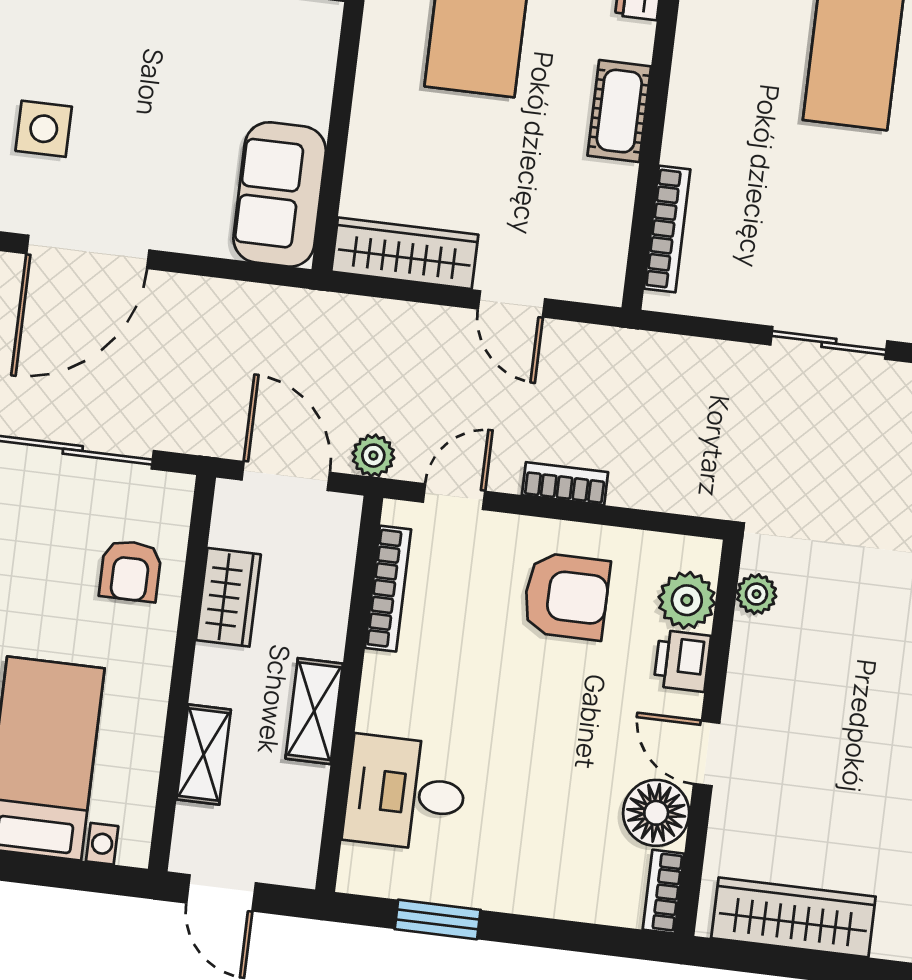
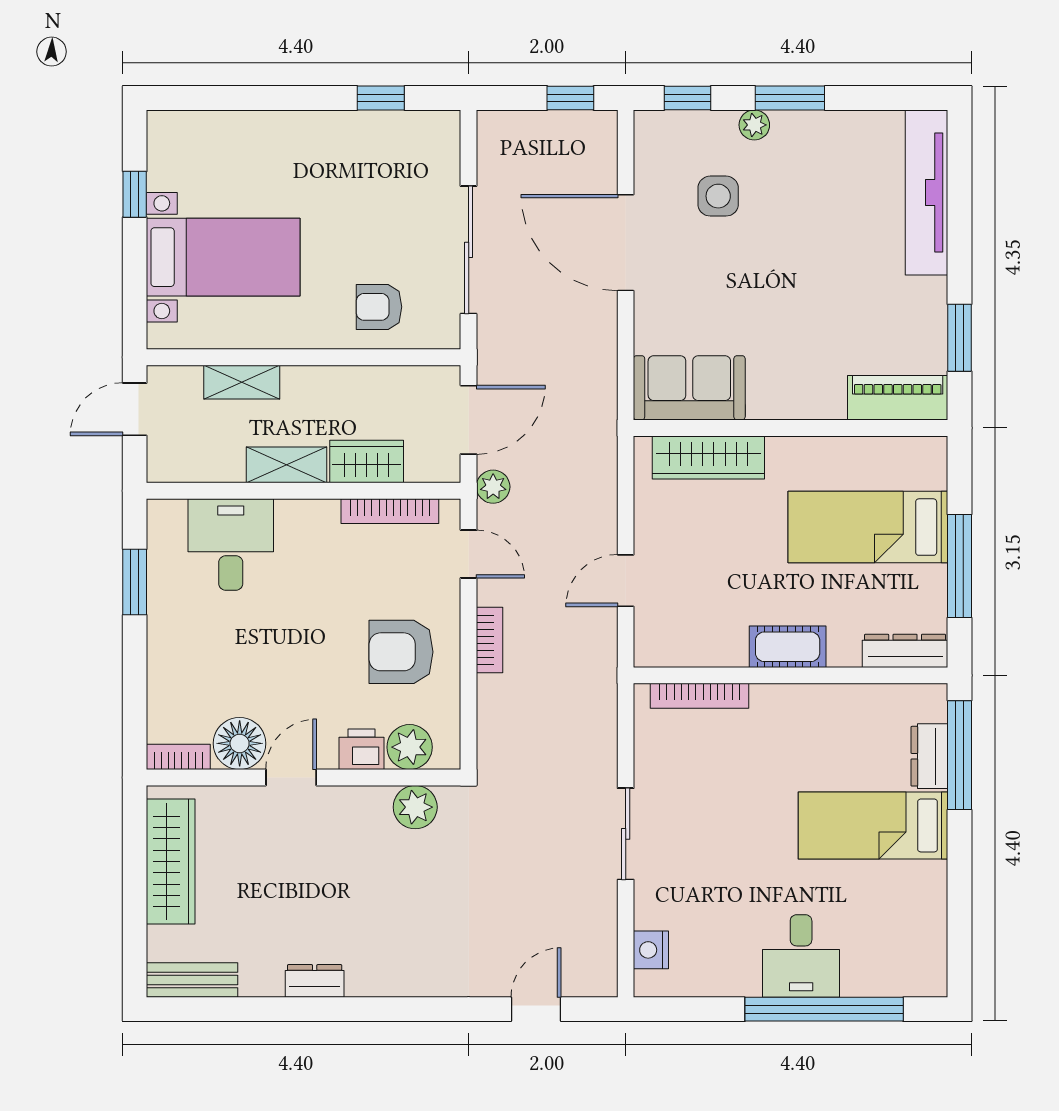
wardrobe: (405, 253) -> (708, 457), moved, turned 90
plant: (756, 594) -> (415, 807), width x1.38, depth x1.38
armchair: (566, 596) -> (401, 652), turned 90
wardrobe: (228, 597) -> (367, 462), moved, turned 180

